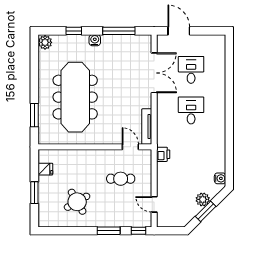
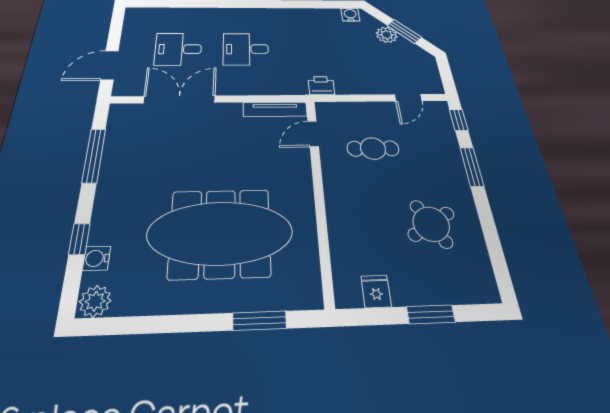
water cooler: (95, 40) -> (97, 258), moved
cafe table: (121, 179) -> (373, 148), turned 90

